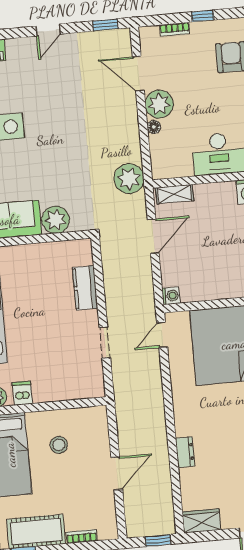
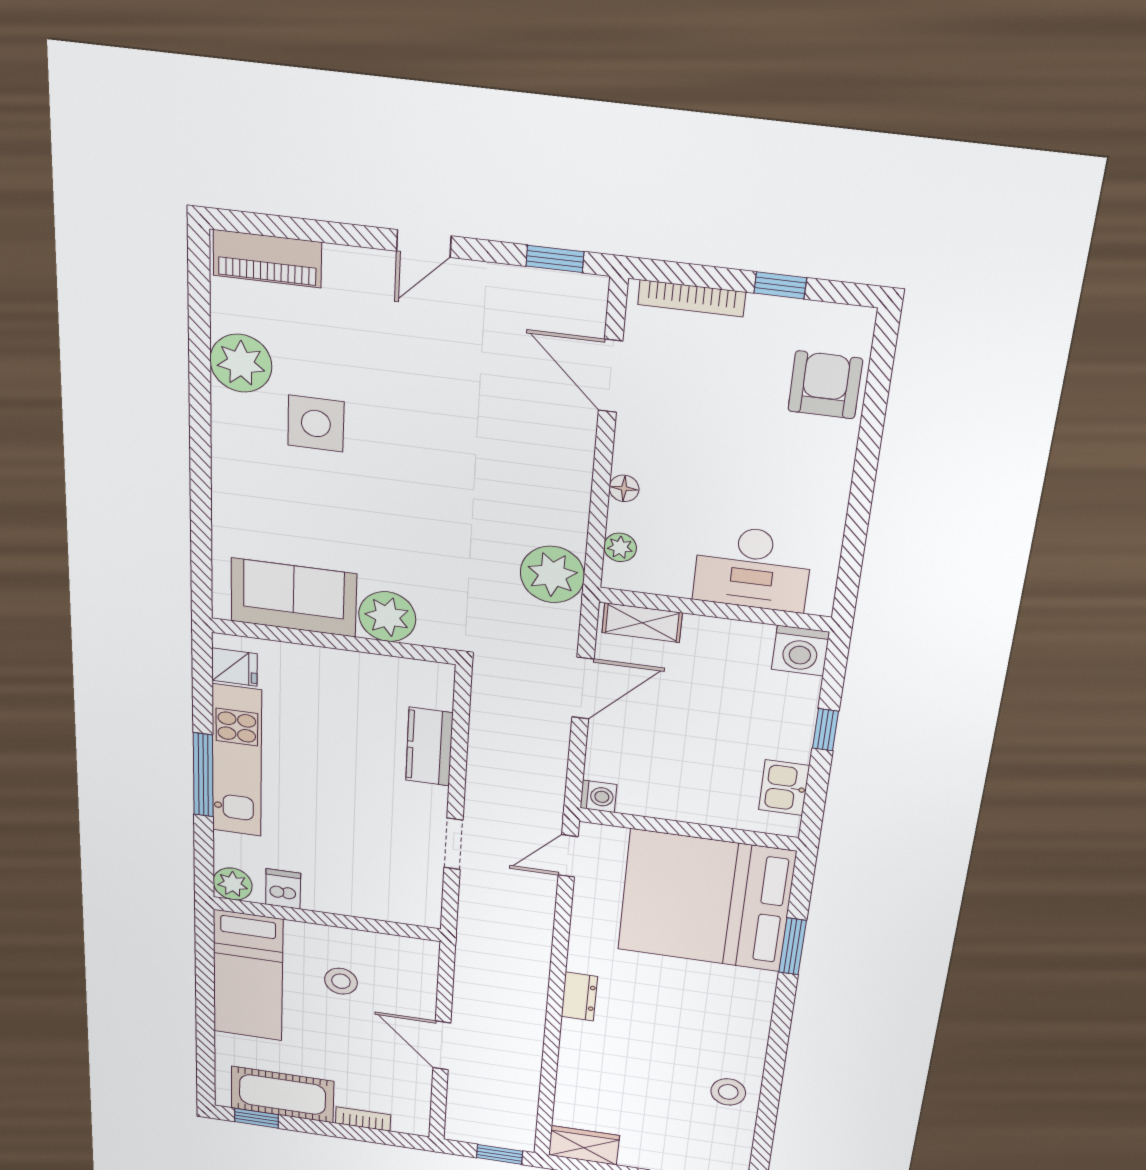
bookcase: (175, 29) -> (692, 298), width x1.56
plant: (159, 104) -> (620, 547), moved, width x0.53, depth x0.53
dresser: (185, 452) -> (579, 997), moved
door: (117, 473) -> (442, 1046), swing flipped

